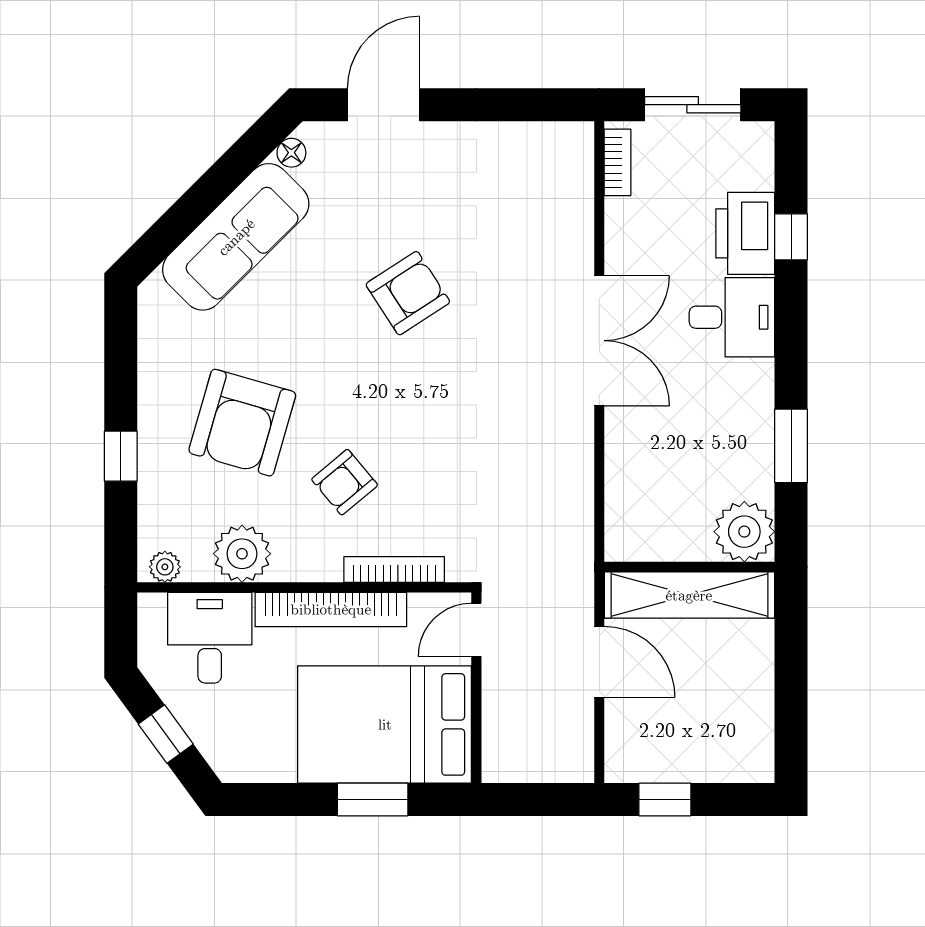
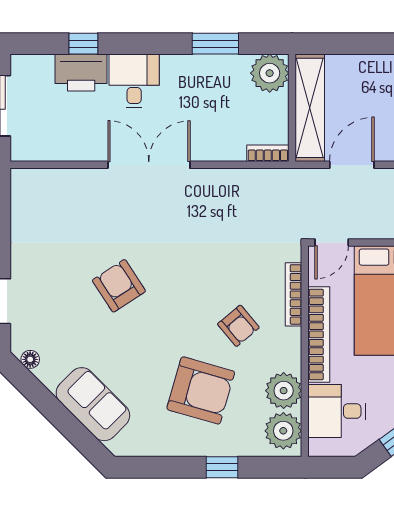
bookcase: (617, 162) -> (268, 153), moved
sofa: (236, 237) -> (93, 404), width x0.73
plant: (165, 567) -> (283, 431), width x1.88, depth x1.88
door: (476, 630) -> (332, 242), hinge flipped

